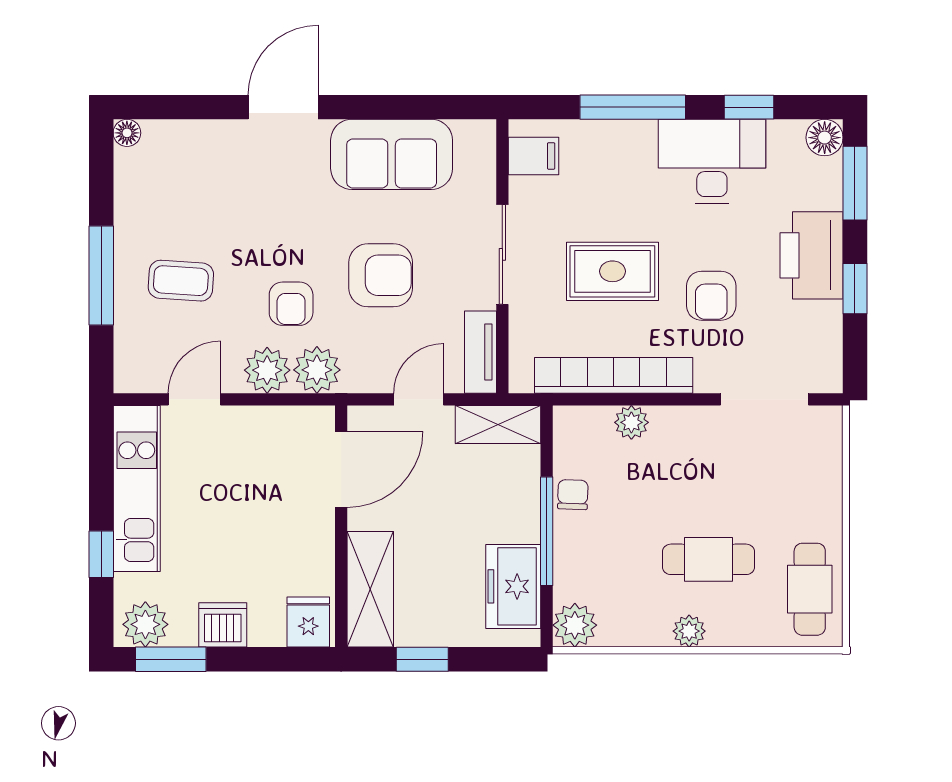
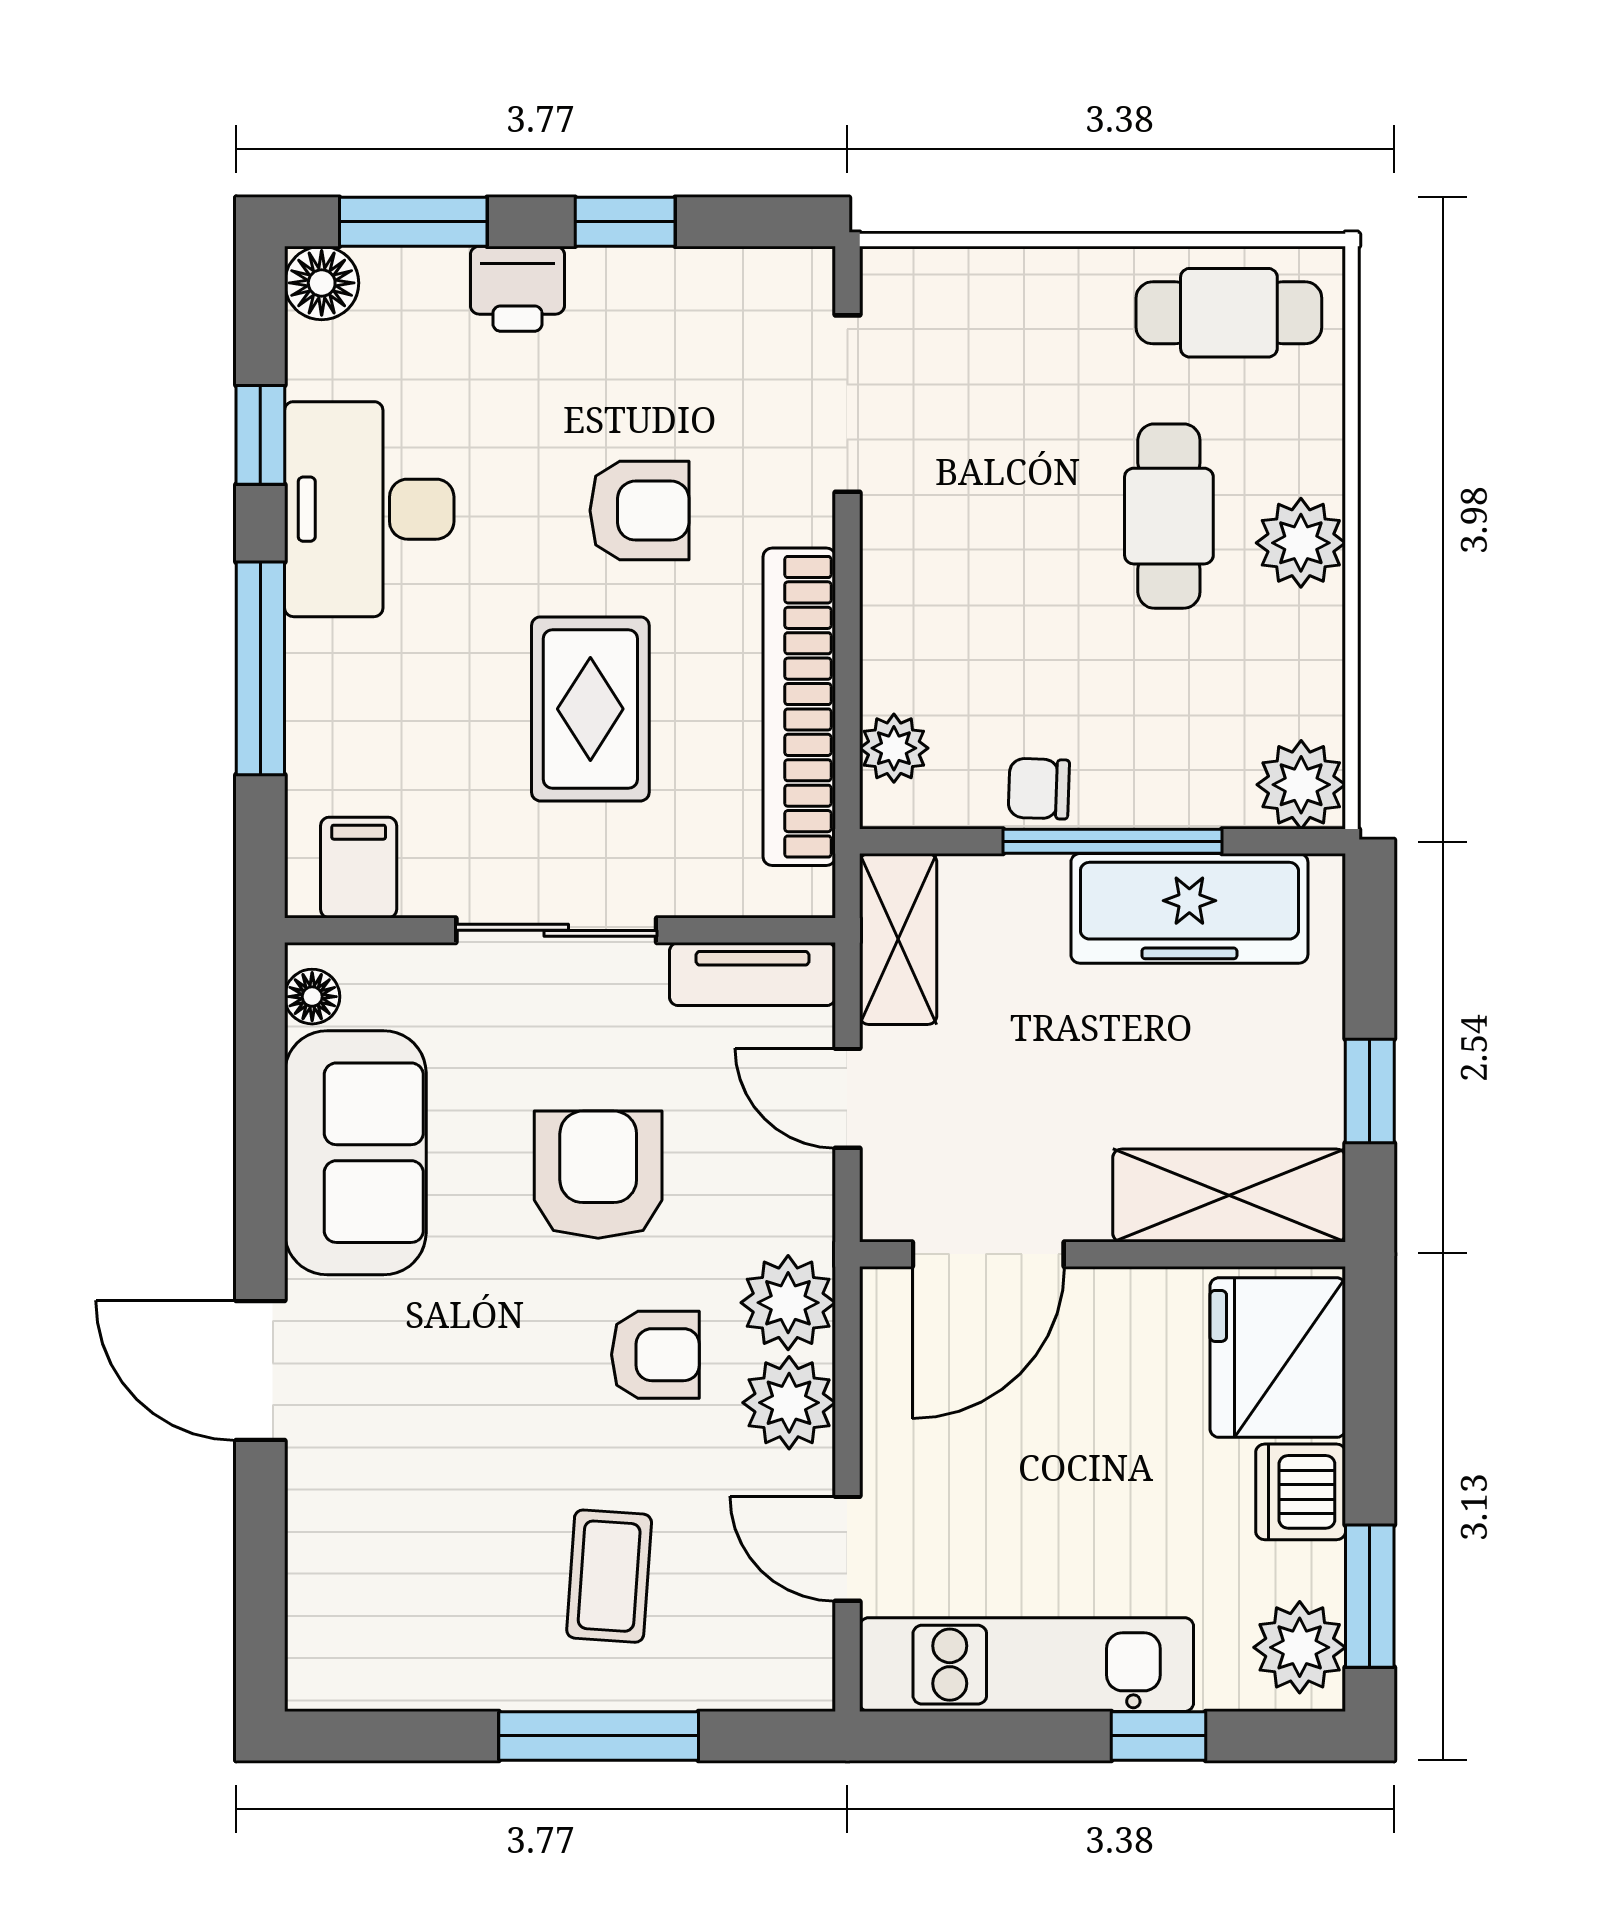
floor lamp: (127, 133) -> (312, 997), moved
printer: (811, 255) -> (517, 289), width x0.53, depth x0.68
plant: (631, 422) -> (894, 748), moved
door: (341, 469) -> (988, 1254), swing flipped
freezer: (513, 586) -> (1189, 908), width x1.40
fridge: (308, 622) -> (1278, 1358), width x1.88, depth x1.34
plant: (689, 631) -> (1301, 543), width x1.38, depth x1.38

